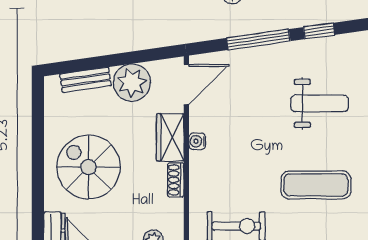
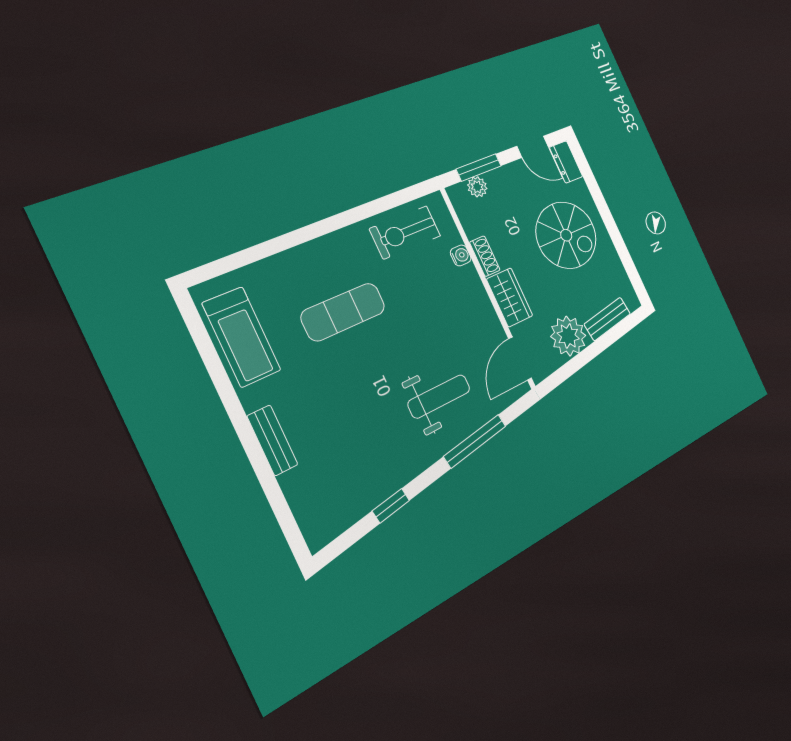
window: (319, 31) -> (391, 506), moved
weight bench: (320, 103) -> (439, 396), moved, turned 180
water cooler: (197, 141) -> (461, 255), moved

